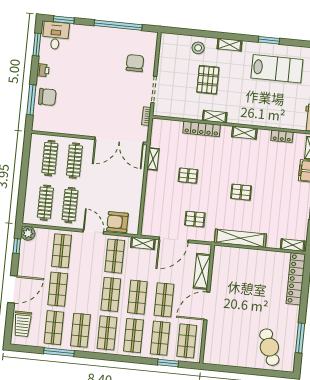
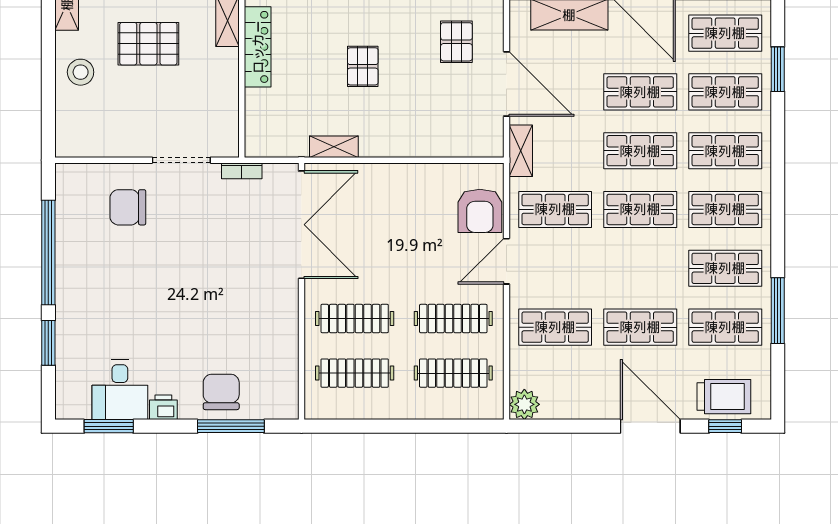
window: (64, 20) -> (48, 343), moved
desk: (56, 36) -> (120, 390), moved, turned -90
window: (17, 246) -> (725, 426), moved

